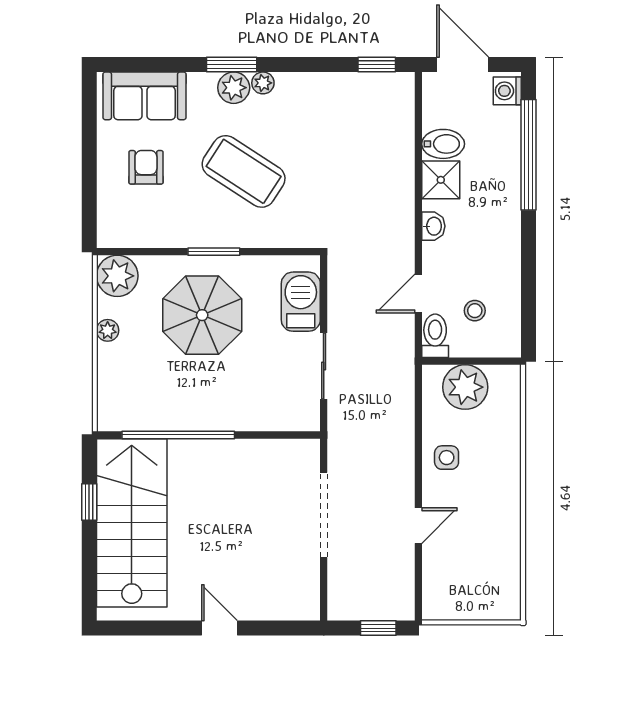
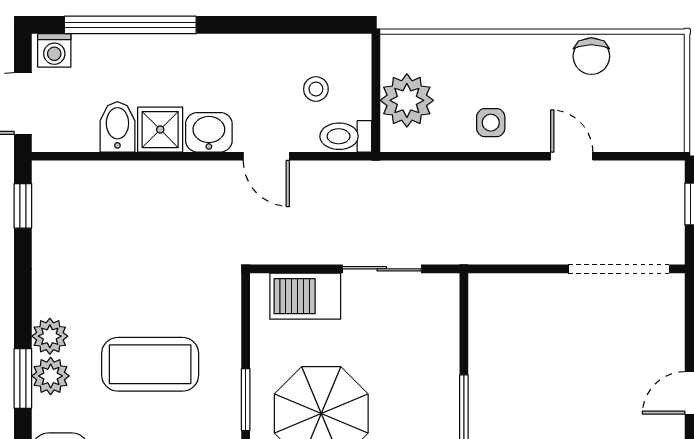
plant: (263, 83) -> (50, 336), width x1.38, depth x1.38
coffee table: (244, 171) -> (150, 364), turned 57
washbasin: (433, 226) -> (209, 132), width x1.38, depth x1.45
door: (418, 293) -> (266, 156), moved
doorway: (324, 515) -> (619, 269), moved
chair: (502, 542) -> (591, 56), added

